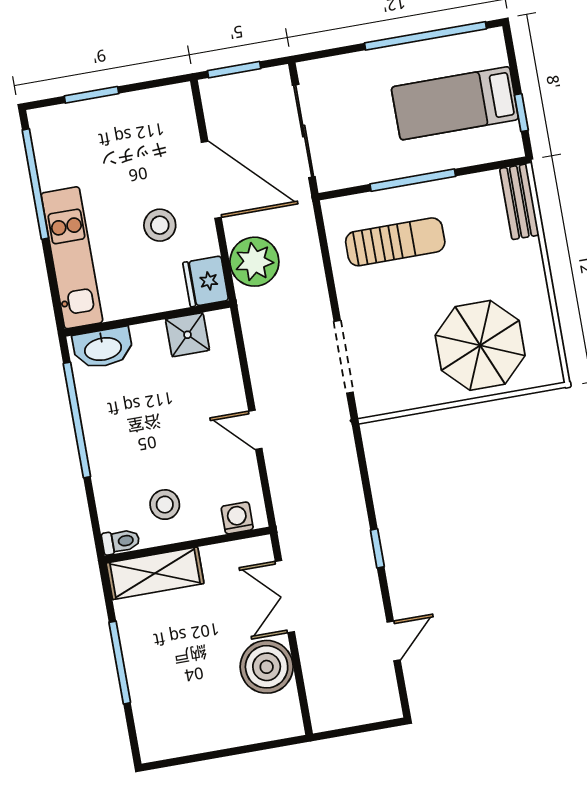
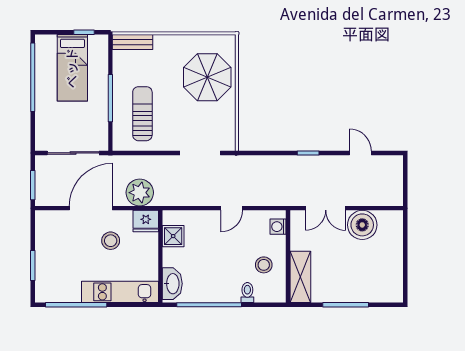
toilet: (121, 541) -> (247, 293), moved

